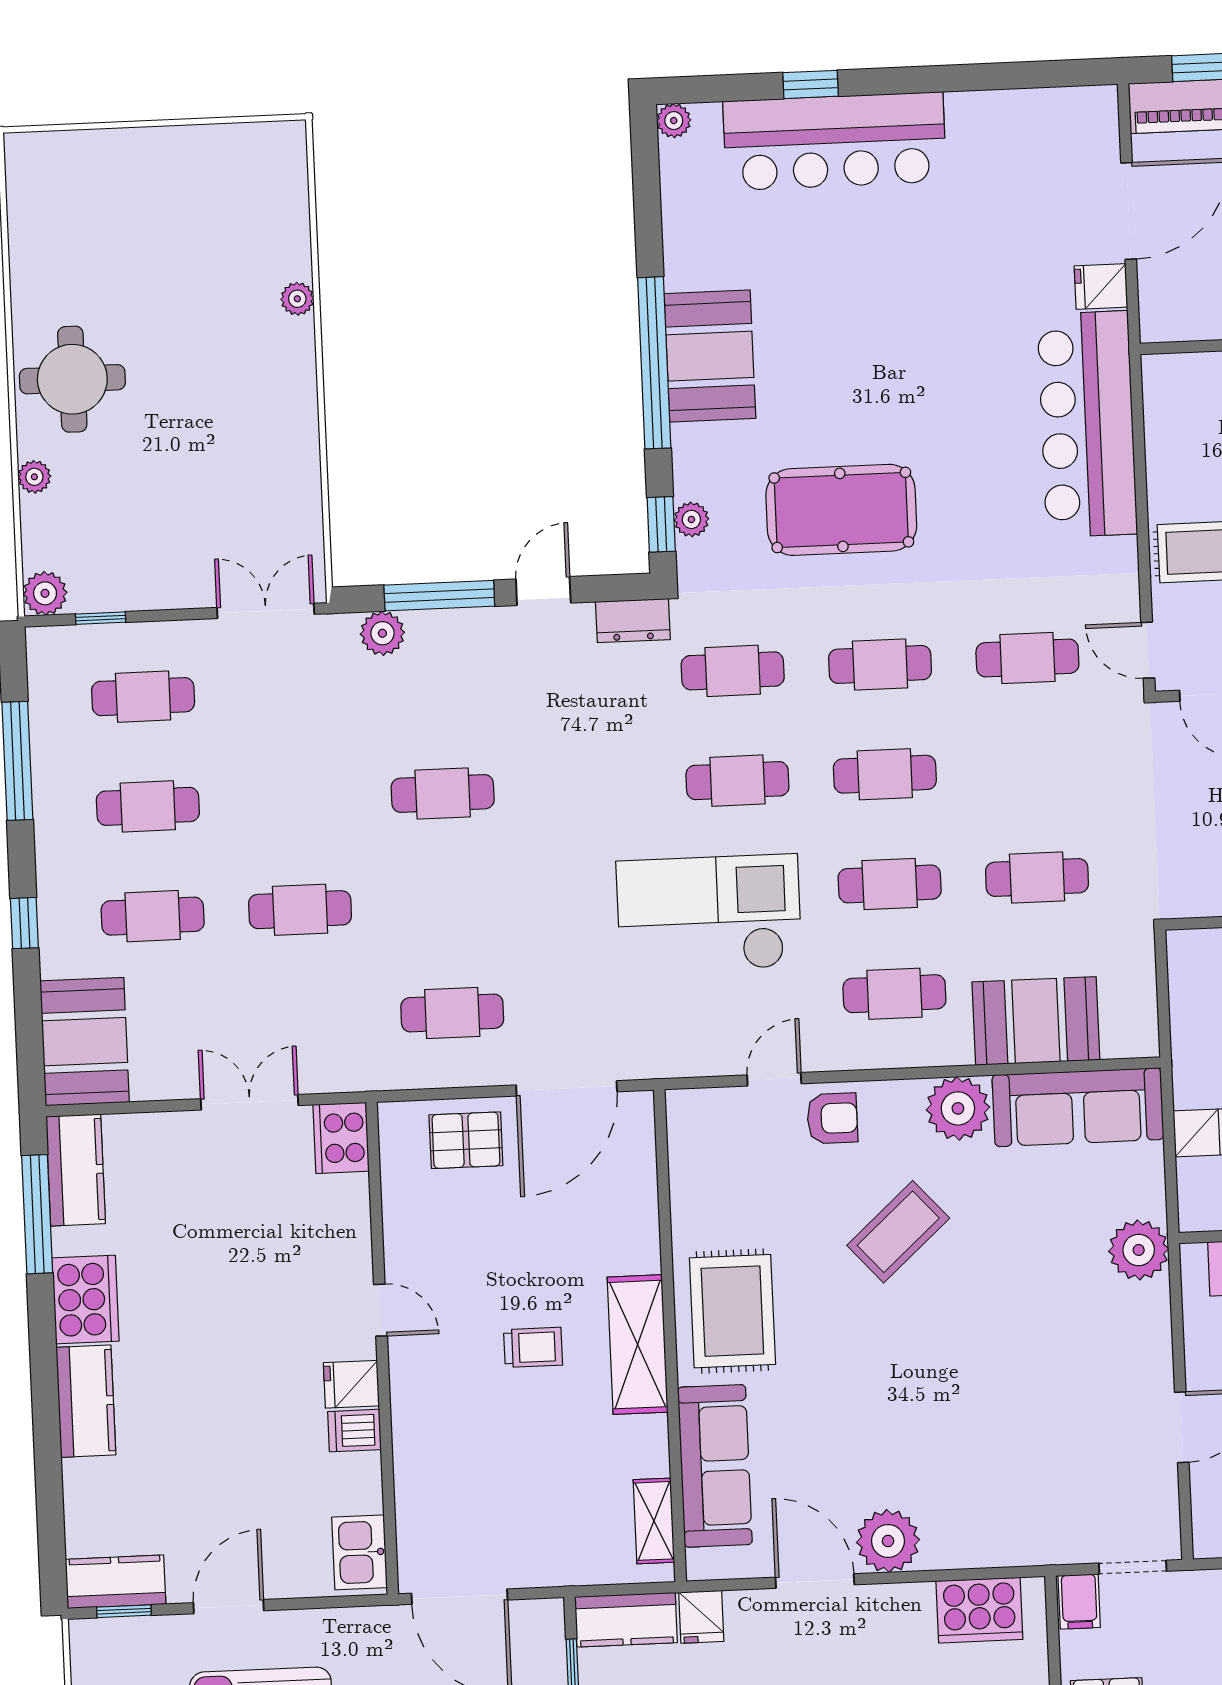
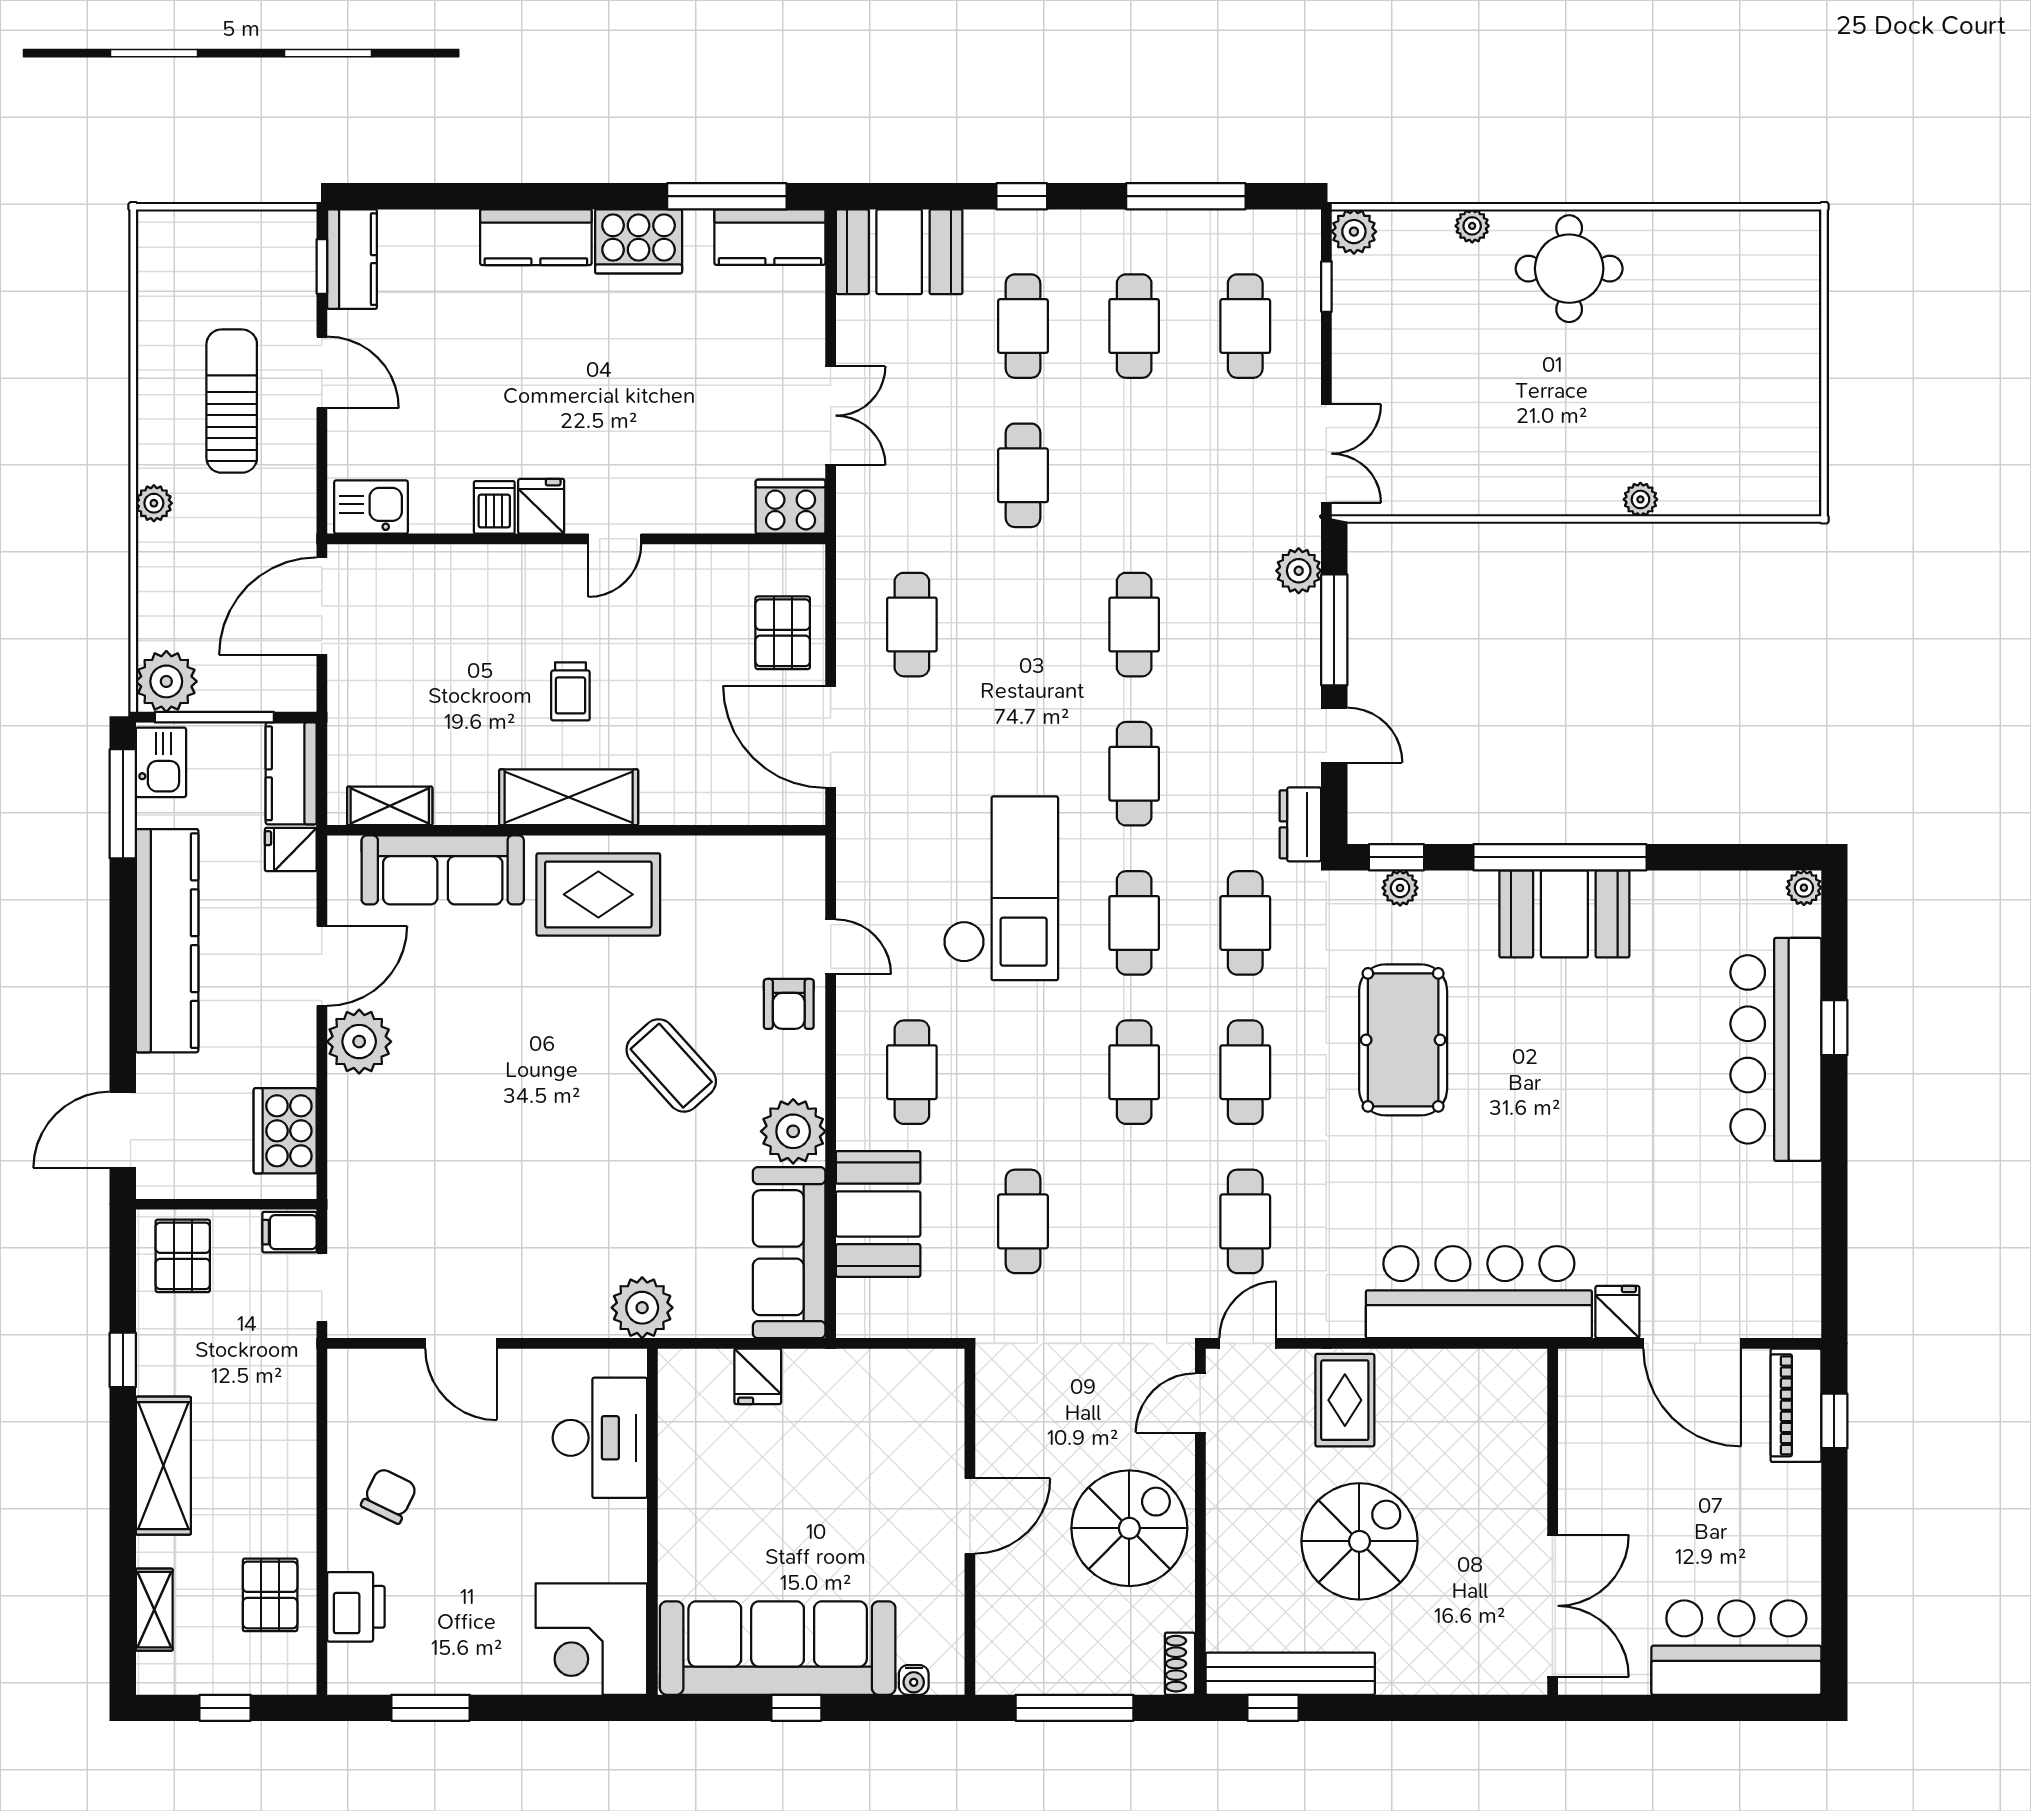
cafe table: (890, 884) -> (1134, 774), moved

